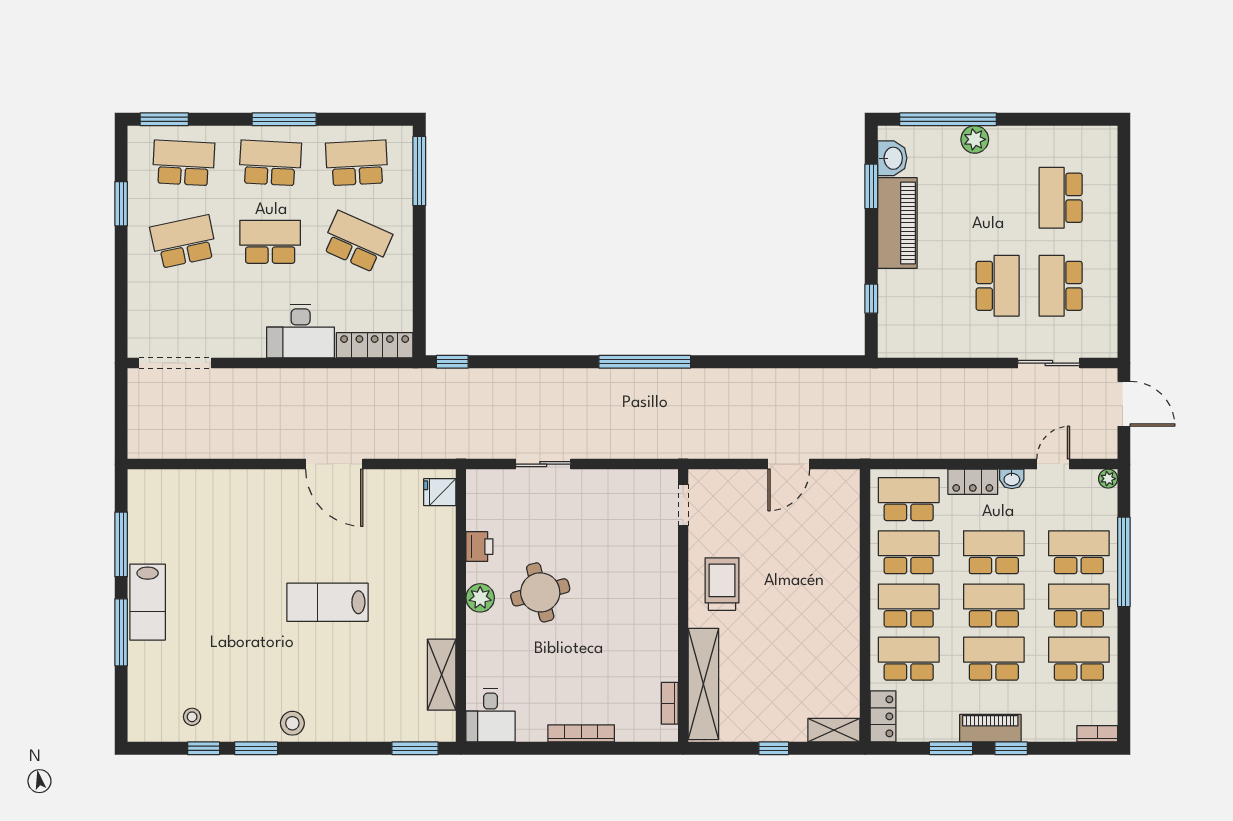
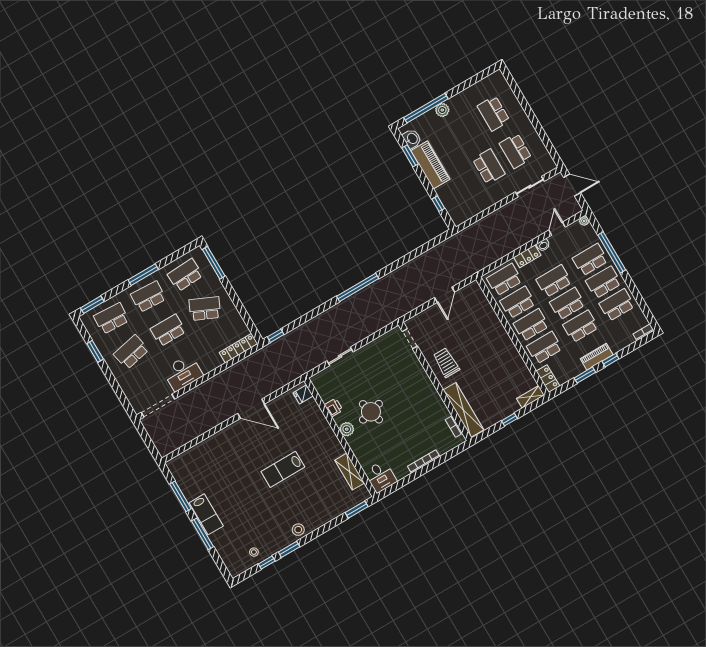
desk: (301, 331) -> (183, 373), moved

